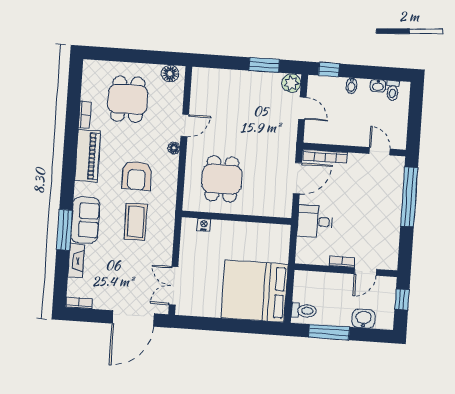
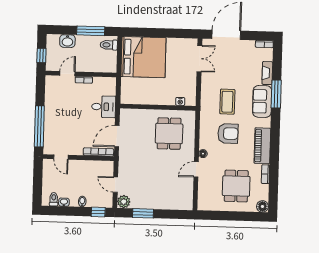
floor lamp: (170, 74) -> (262, 206), moved
armchair: (137, 176) -> (228, 133), turned 90

